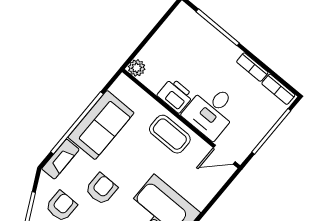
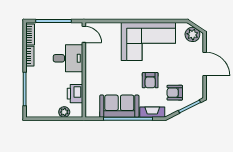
plant: (137, 68) -> (64, 112), moved
printer: (175, 95) -> (75, 94), moved
coffee table: (170, 134) -> (96, 69), removed
armchair: (101, 189) -> (150, 80), turned -90

